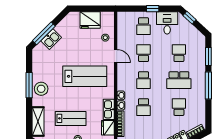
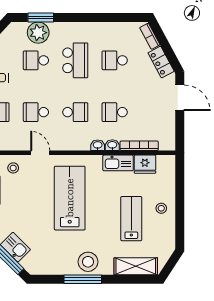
plant: (198, 55) -> (38, 33), added
door: (116, 56) -> (40, 153), hinge flipped
window: (208, 86) -> (83, 17), removed
school desk: (144, 107) -> (115, 112), turned 180

